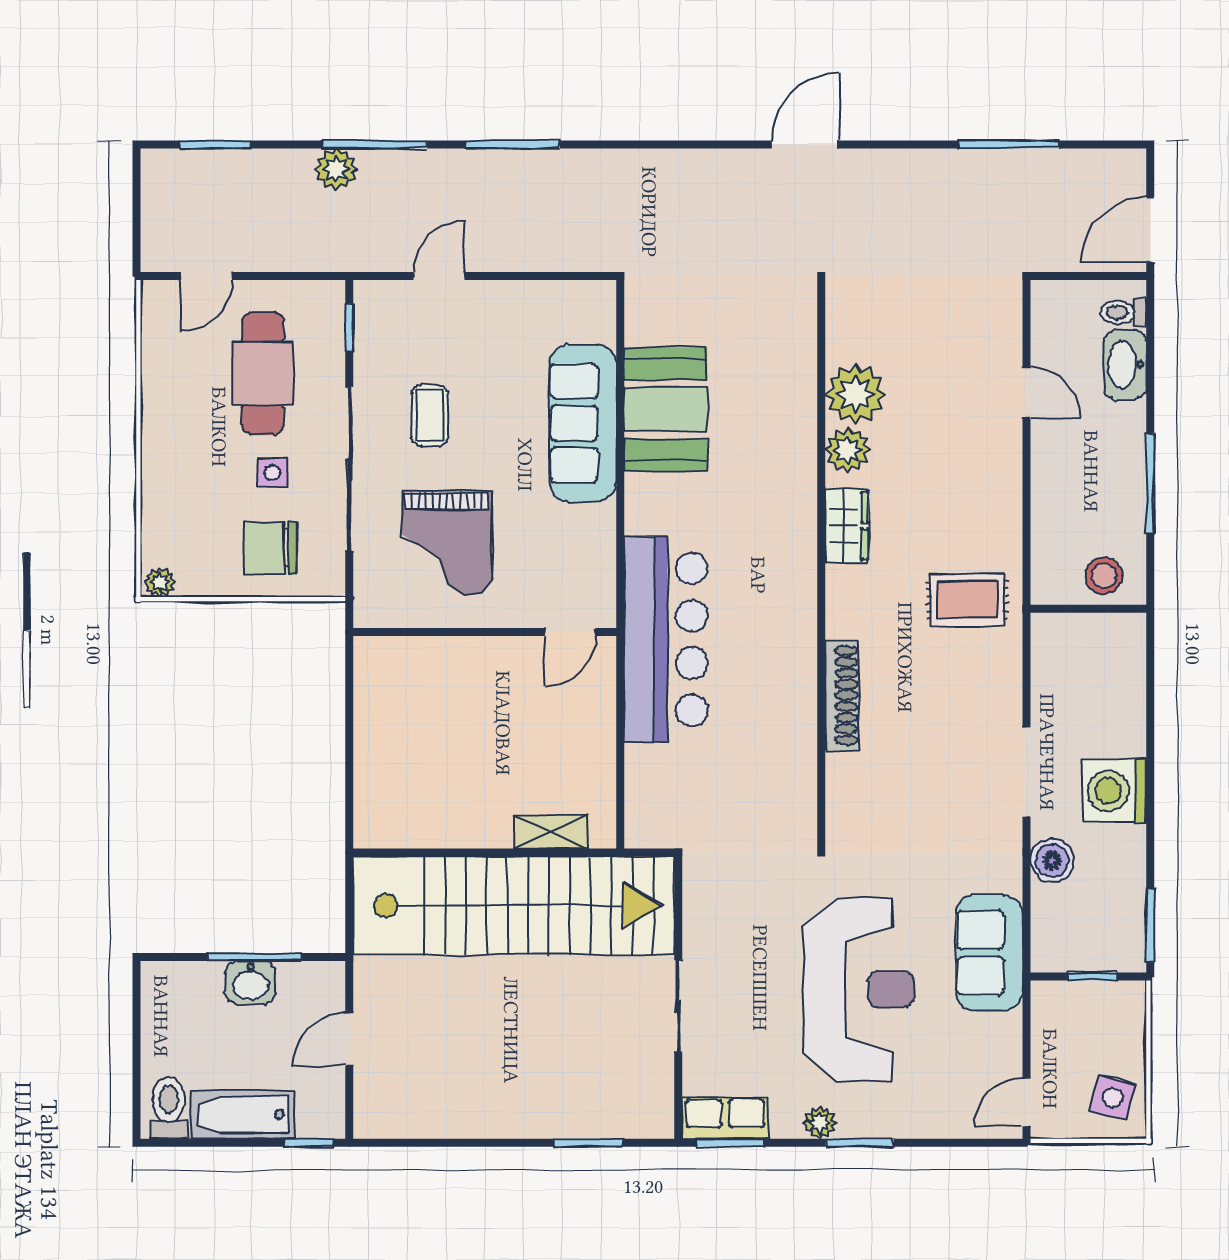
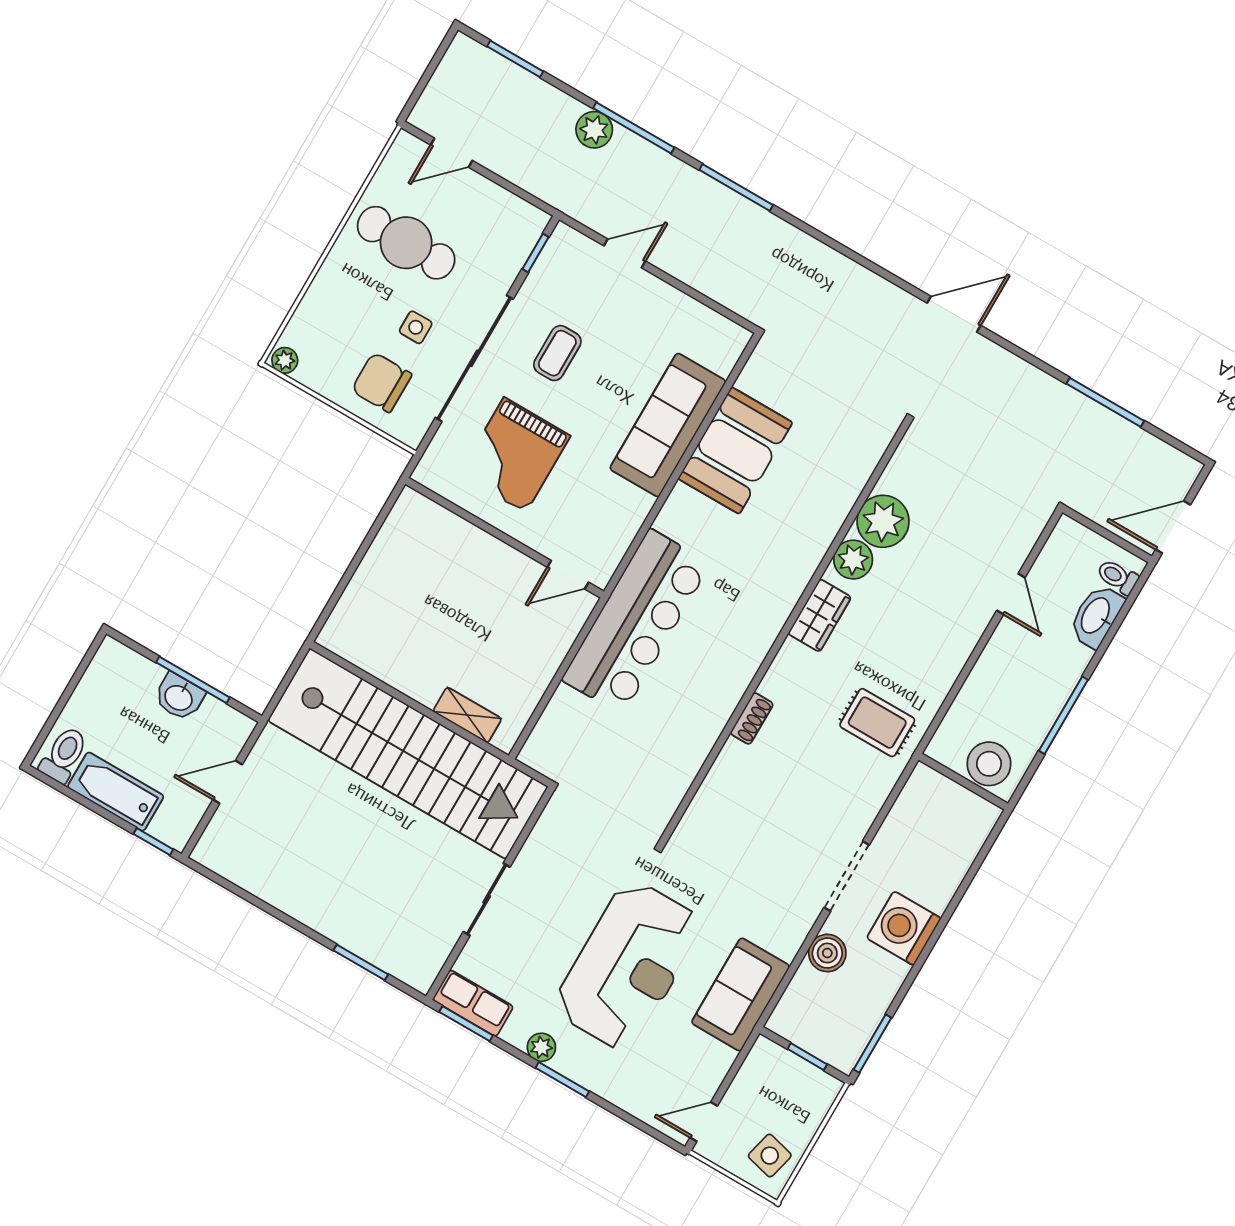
cafe table: (263, 373) -> (406, 243), moved, turned 90
stool: (1104, 576) -> (989, 764), width x1.38, depth x1.38
shoe rack: (842, 695) -> (752, 718), width x0.51, depth x0.81

